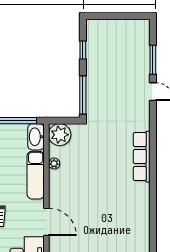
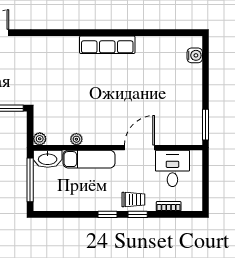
plant: (60, 135) -> (40, 139), width x0.53, depth x0.53
row of seats: (142, 157) -> (107, 45), moved

